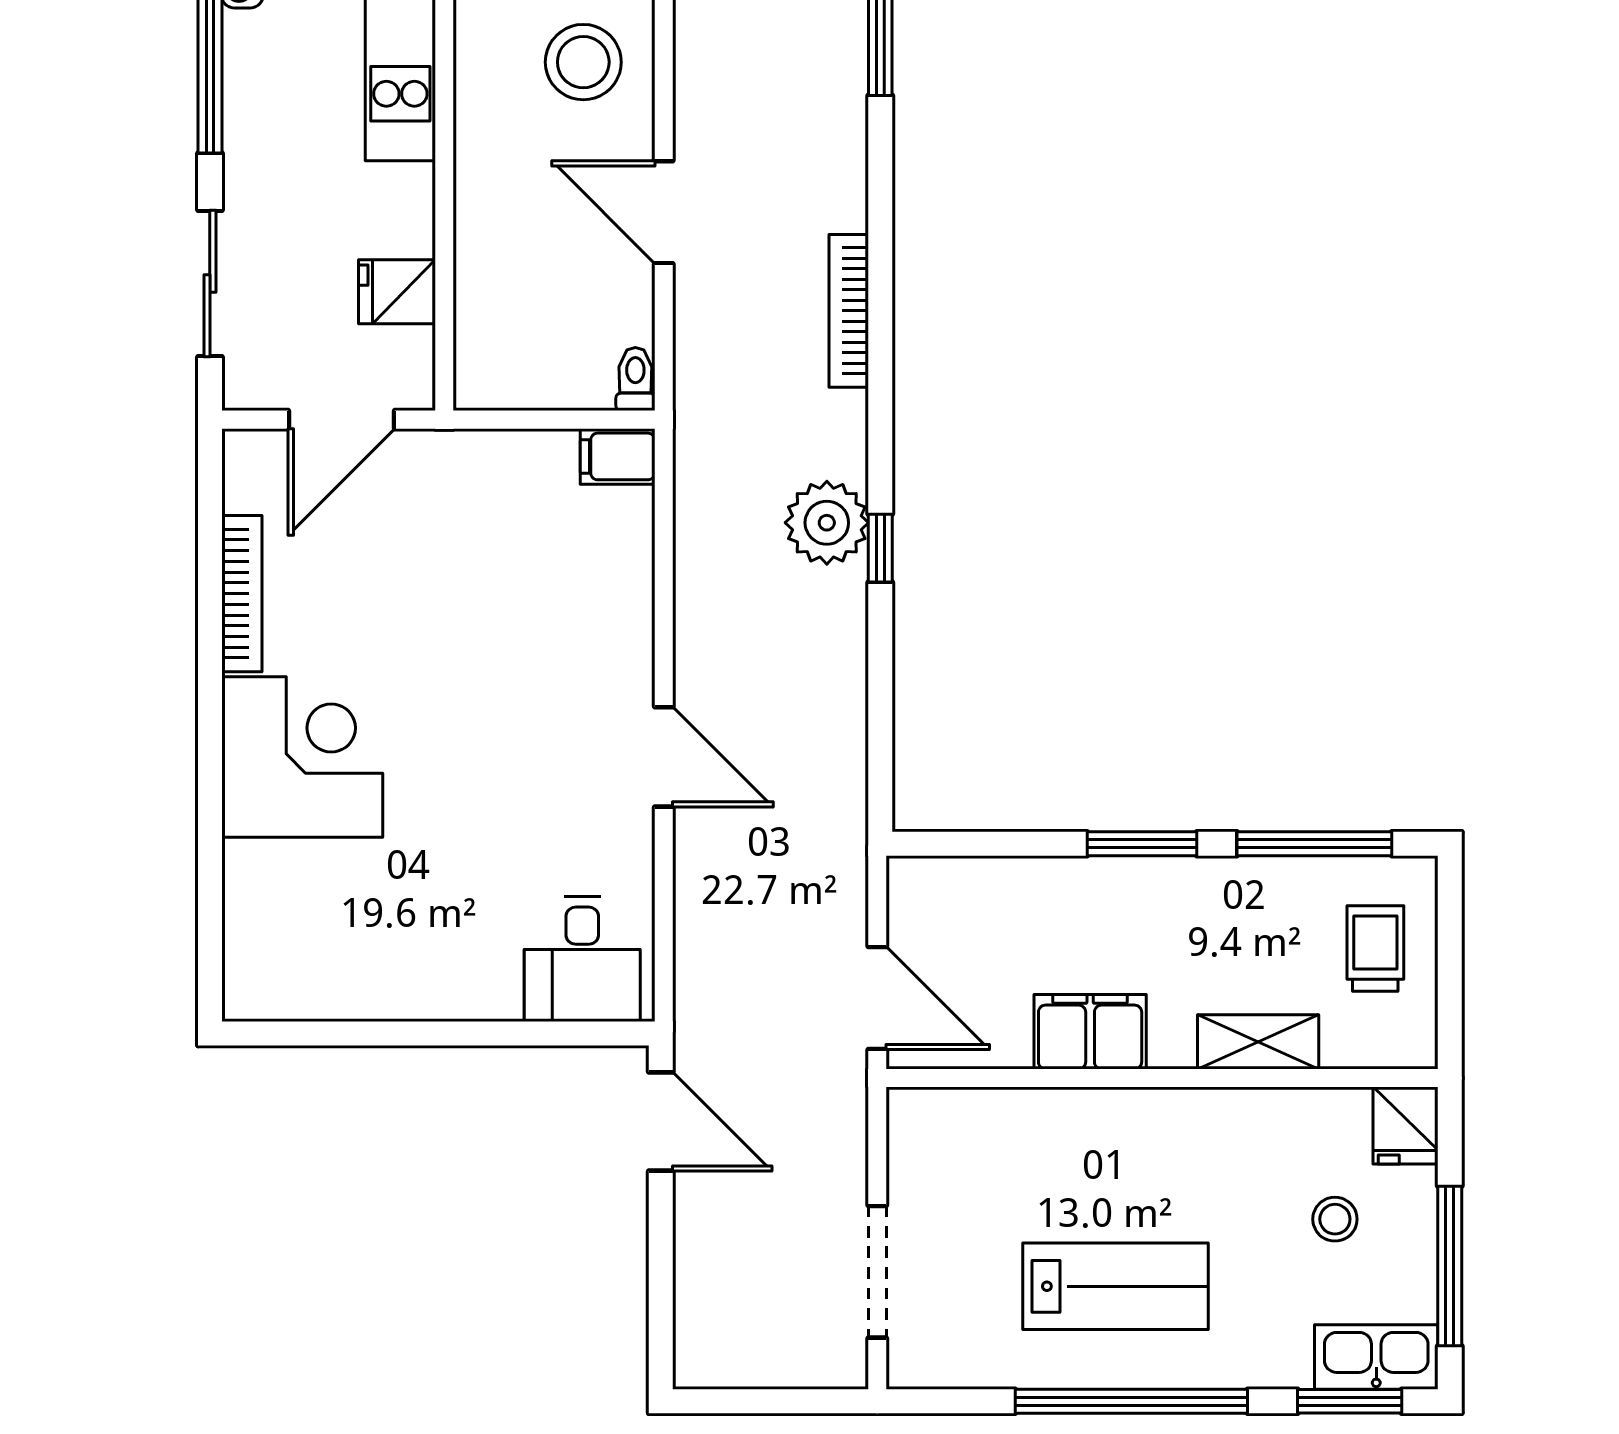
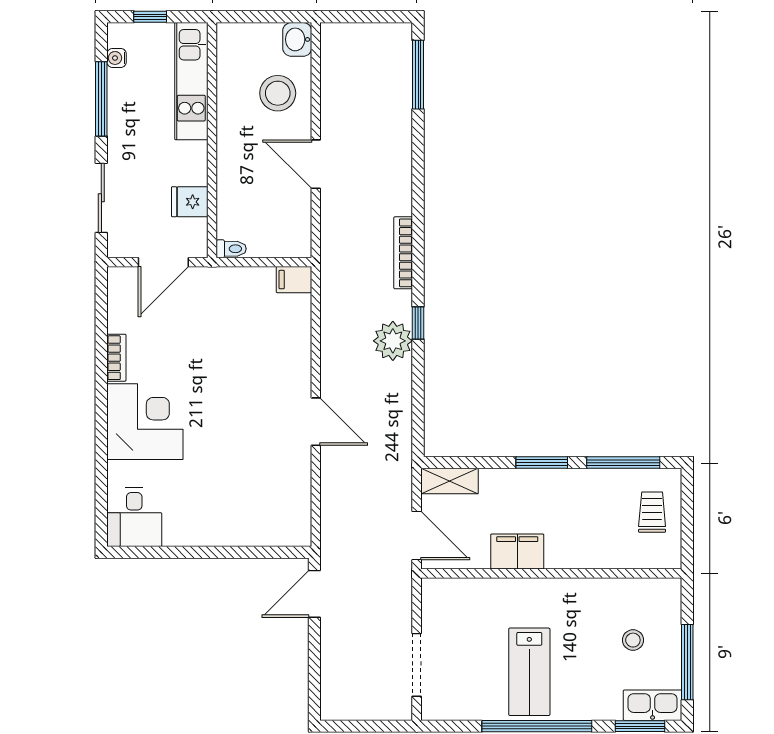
bookcase: (849, 311) -> (403, 253), moved
toilet: (635, 379) -> (231, 249), moved, turned 90
plant: (827, 523) -> (393, 341), moved
bookcase: (242, 594) -> (116, 358), width x0.64
desk: (582, 959) -> (134, 517), moved
shelving: (1258, 1042) -> (450, 481), moved
door: (661, 1121) -> (314, 594), swing flipped
fridge: (1405, 1125) -> (666, 596), removed
lab bench: (1115, 1286) -> (529, 672), turned 90

